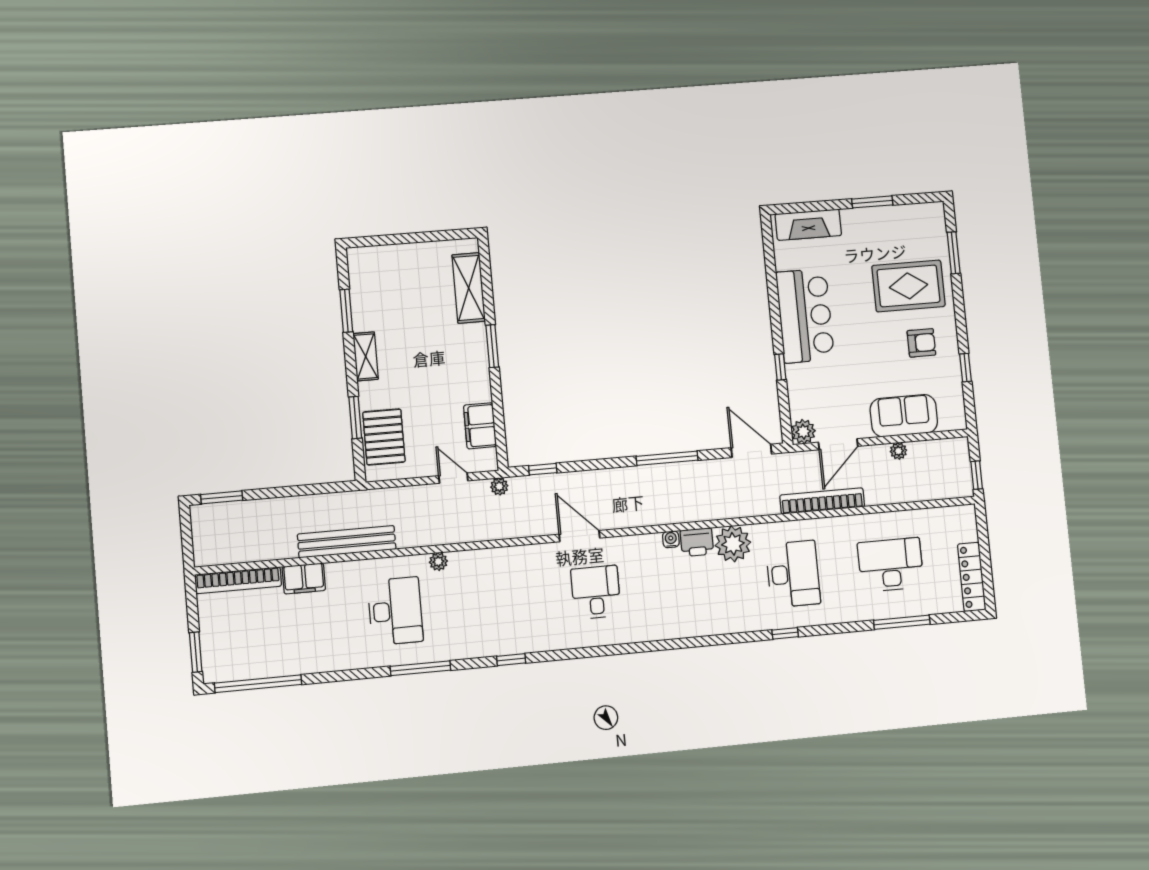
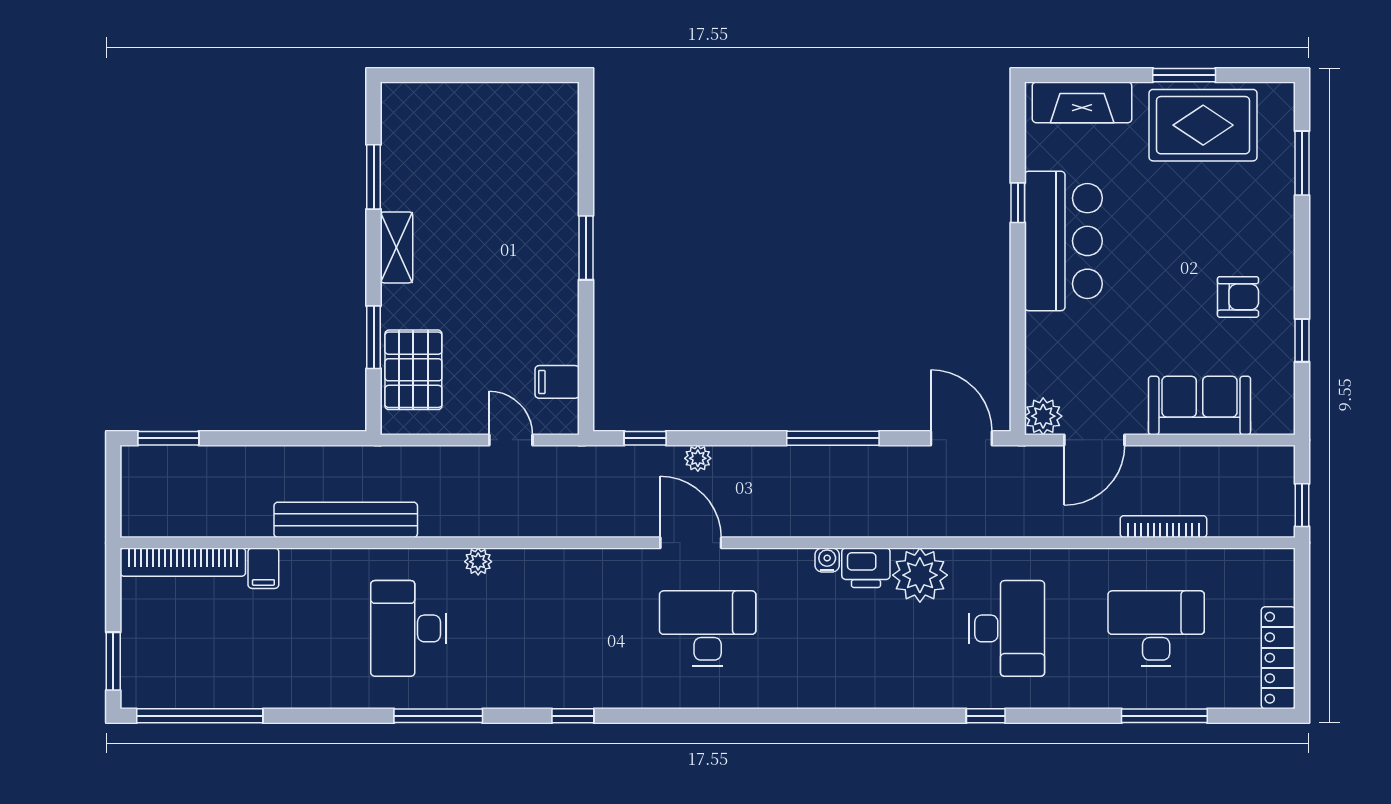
rug: (908, 286) -> (1203, 125), moved
shelving: (469, 288) -> (558, 157), removed
window: (780, 367) -> (1018, 203), moved
filing cabinet: (480, 426) -> (557, 382), width x0.50
plant: (898, 451) -> (1186, 458), removed
plant: (499, 486) -> (698, 458), moved
bookcase: (822, 501) -> (1163, 527), moved, width x0.68, depth x0.76
filing cabinet: (304, 578) -> (263, 568), width x0.50
desk: (596, 592) -> (708, 628), width x1.37
desk: (395, 611) -> (409, 628), turned 180

